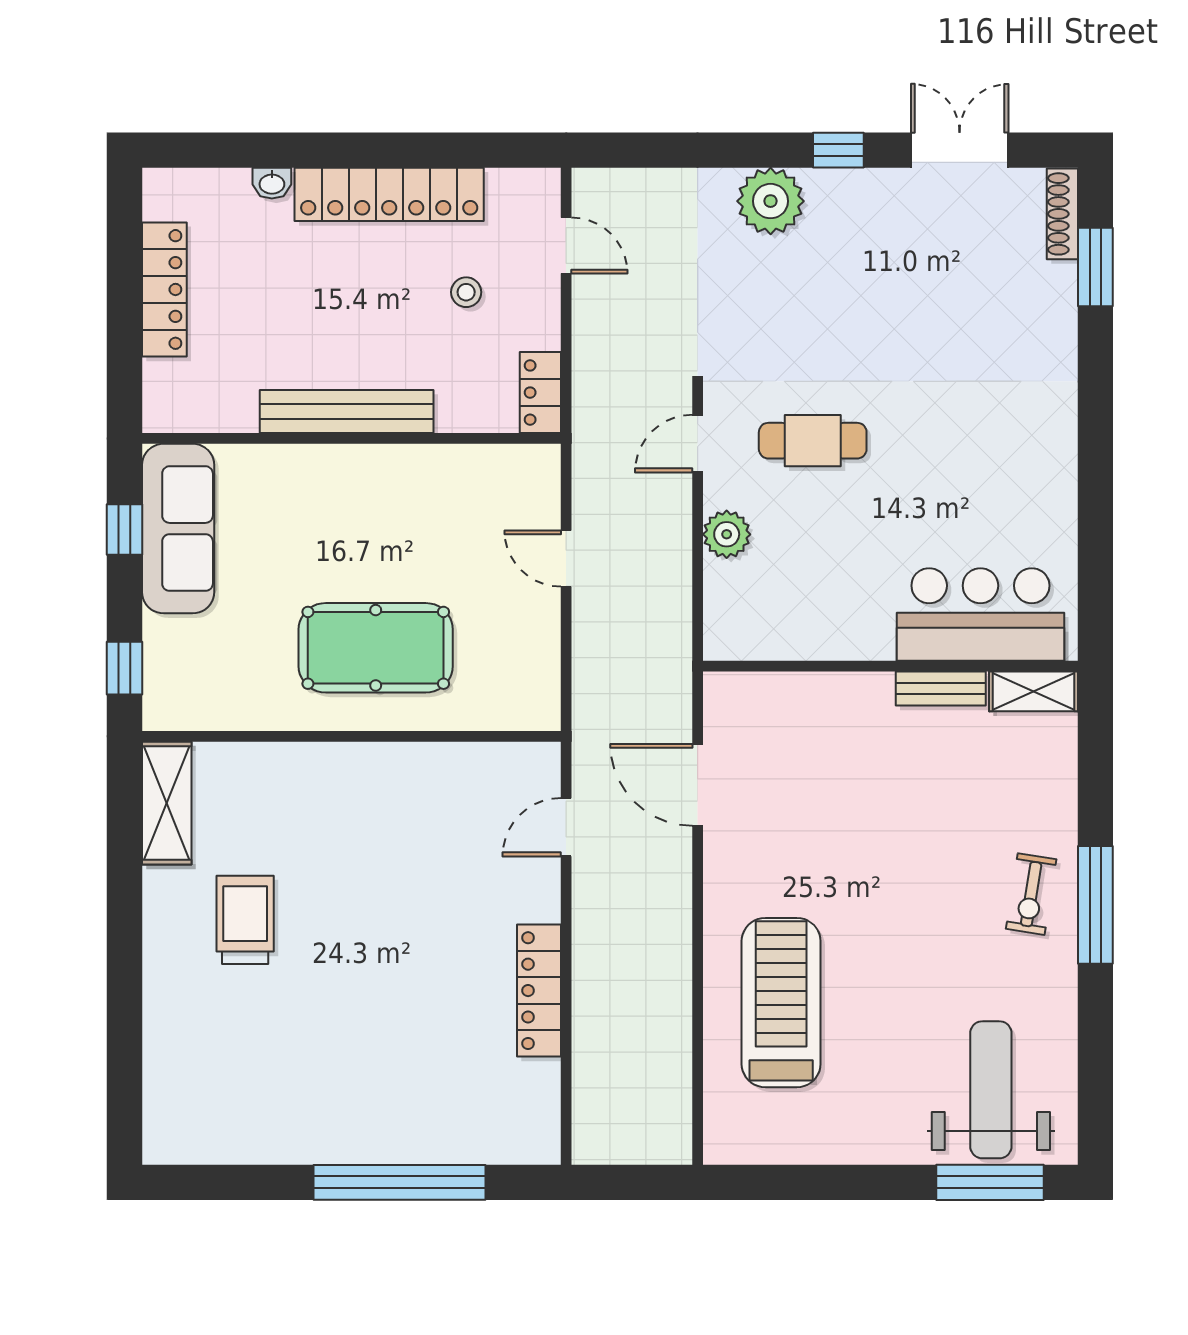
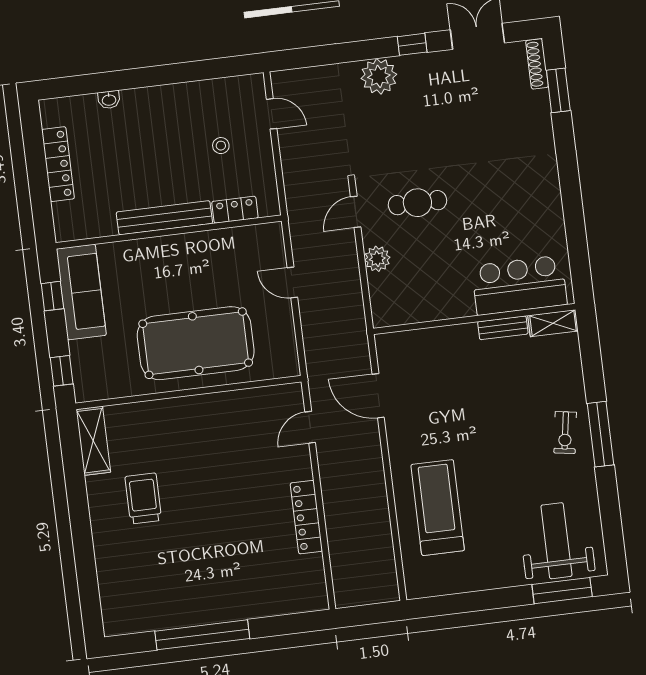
locker: (389, 194) -> (173, 98), removed
locker: (540, 393) -> (235, 210), moved, turned 90
pool table: (376, 648) -> (196, 343), width x1.36, depth x1.32
window: (399, 1182) -> (202, 635), moved

